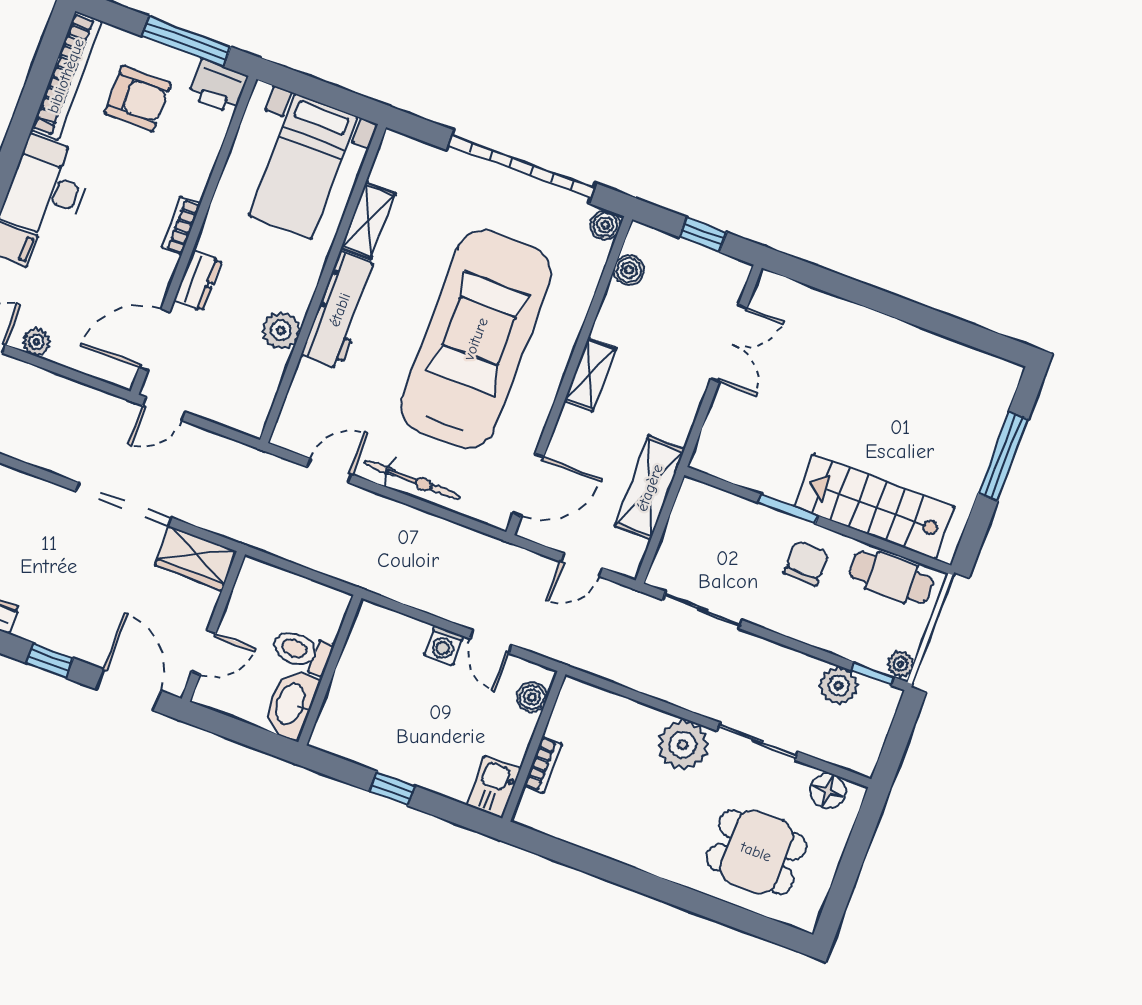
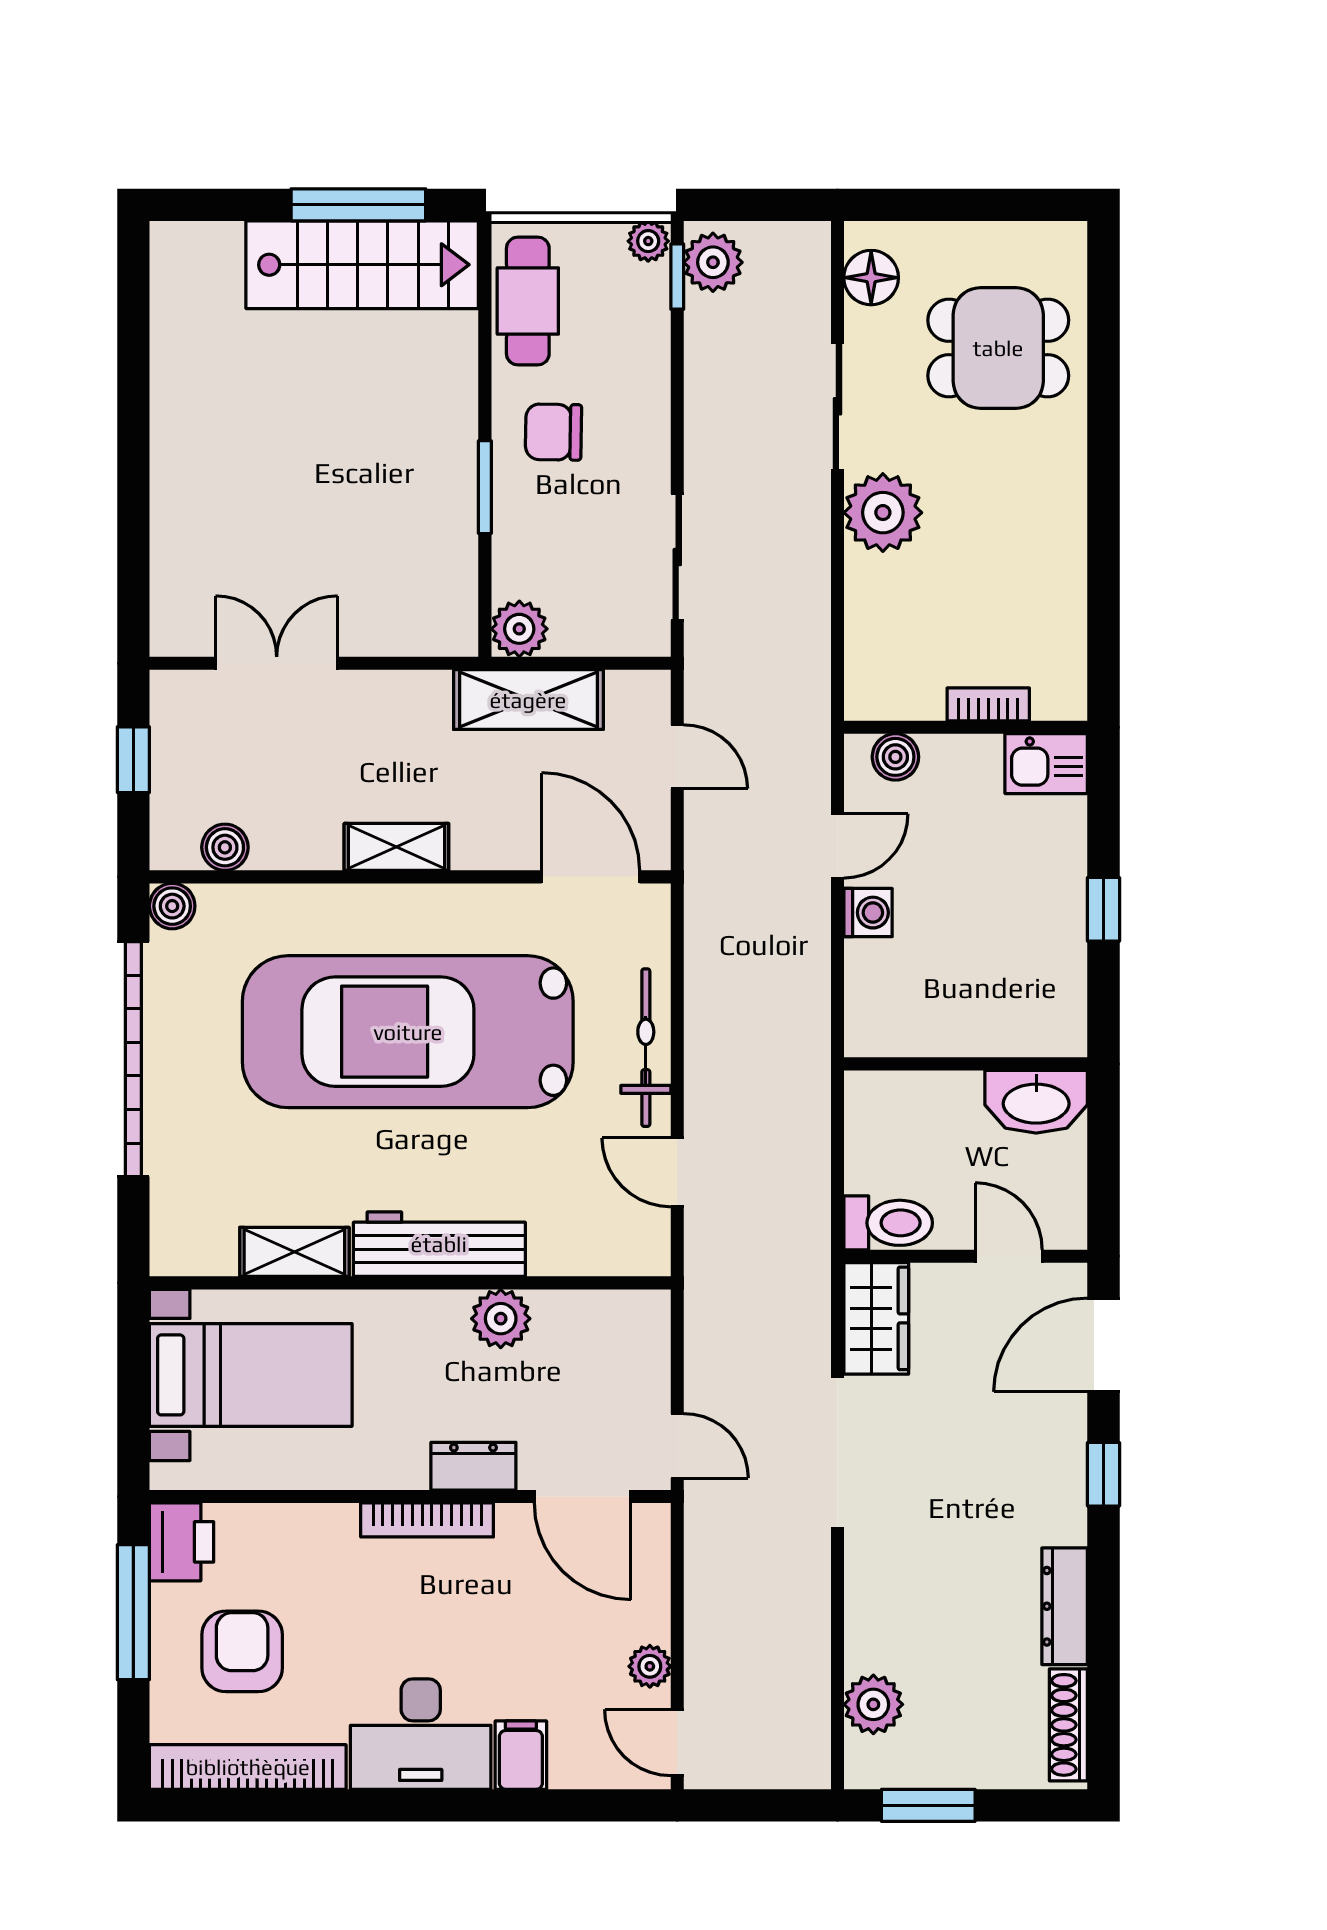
bookcase: (181, 226) -> (427, 1520), width x1.56
window: (1003, 456) -> (358, 205), moved
plant: (695, 498) -> (519, 629), added
stairs: (874, 507) -> (362, 265), moved, turned -90
toilet: (302, 651) -> (888, 1223), moved, turned -90
plant: (839, 686) -> (713, 262), moved
dining table: (756, 852) -> (998, 348), turned 90

